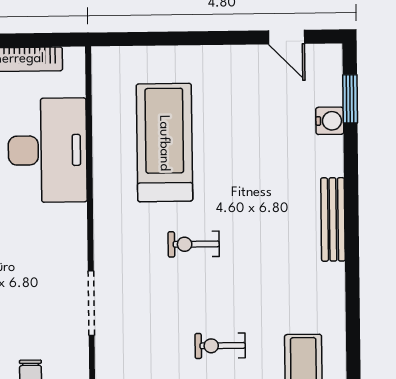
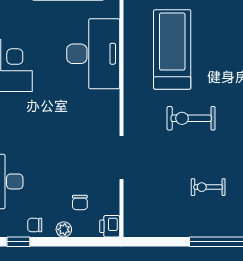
exercise bike: (194, 244) -> (191, 118), width x1.38, depth x1.39

